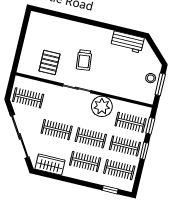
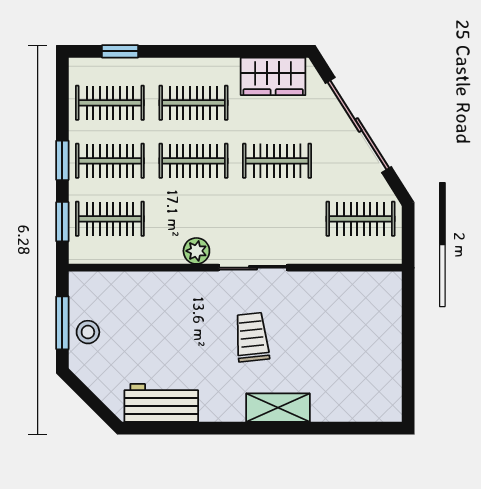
shelving: (80, 29) -> (278, 408), added
pallet: (49, 63) -> (330, 312), removed
plant: (102, 106) -> (196, 251), width x0.53, depth x0.53

